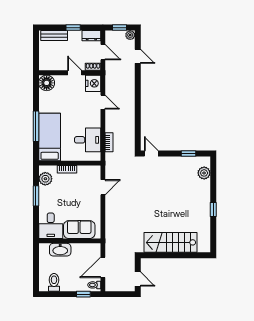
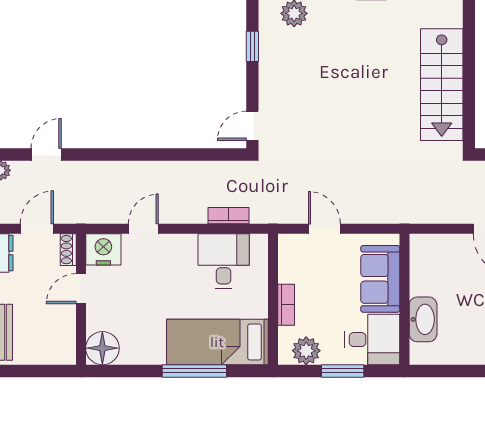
desk: (51, 226) -> (372, 340), moved
sofa: (79, 230) -> (380, 279), moved
wall: (70, 241) -> (404, 299), moved
washbasin: (60, 250) -> (423, 319), moved

